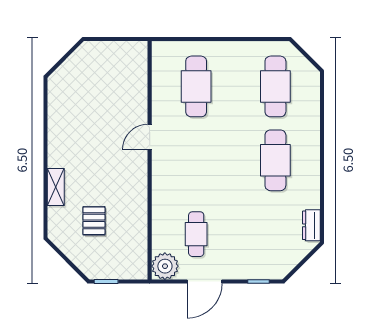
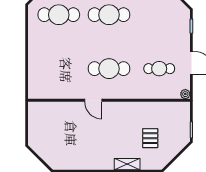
cafe table: (196, 86) -> (109, 69), moved
pallet: (94, 221) -> (150, 138), turned 90
plant: (165, 266) -> (185, 94), width x0.53, depth x0.53

